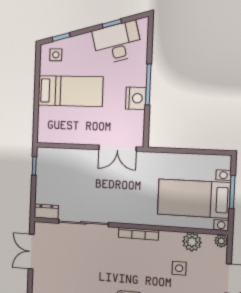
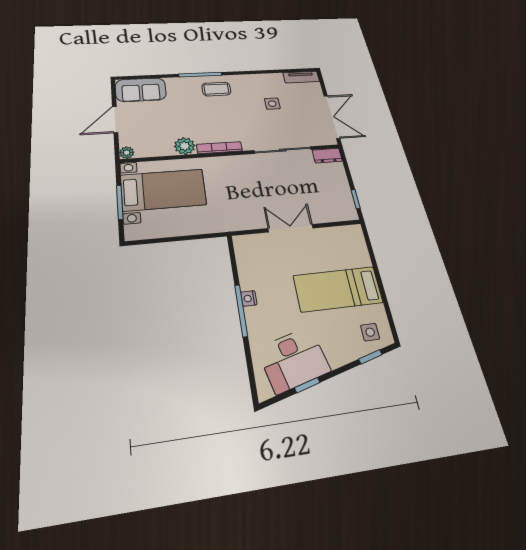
nightstand: (136, 98) -> (249, 298), width x0.53, depth x0.56
double door: (117, 148) -> (291, 228), moved
plant: (192, 242) -> (185, 146), moved
double door: (31, 252) -> (332, 117), width x1.37
side table: (179, 268) -> (272, 104), moved

